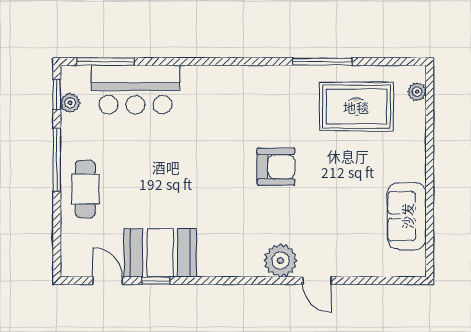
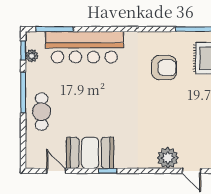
bar counter: (135, 90) -> (84, 47), width x1.36
armchair: (276, 167) -> (164, 68), moved
window: (156, 281) -> (108, 171), moved

